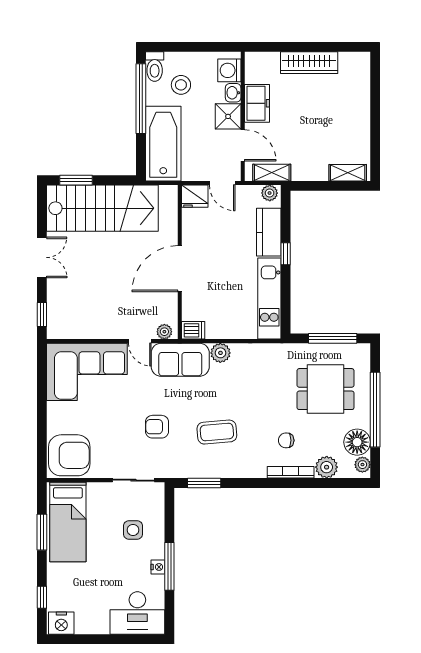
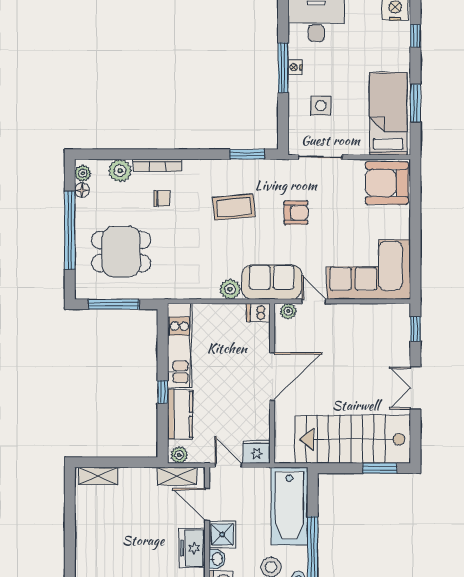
floor lamp: (357, 442) -> (82, 190), width x0.53, depth x0.53

